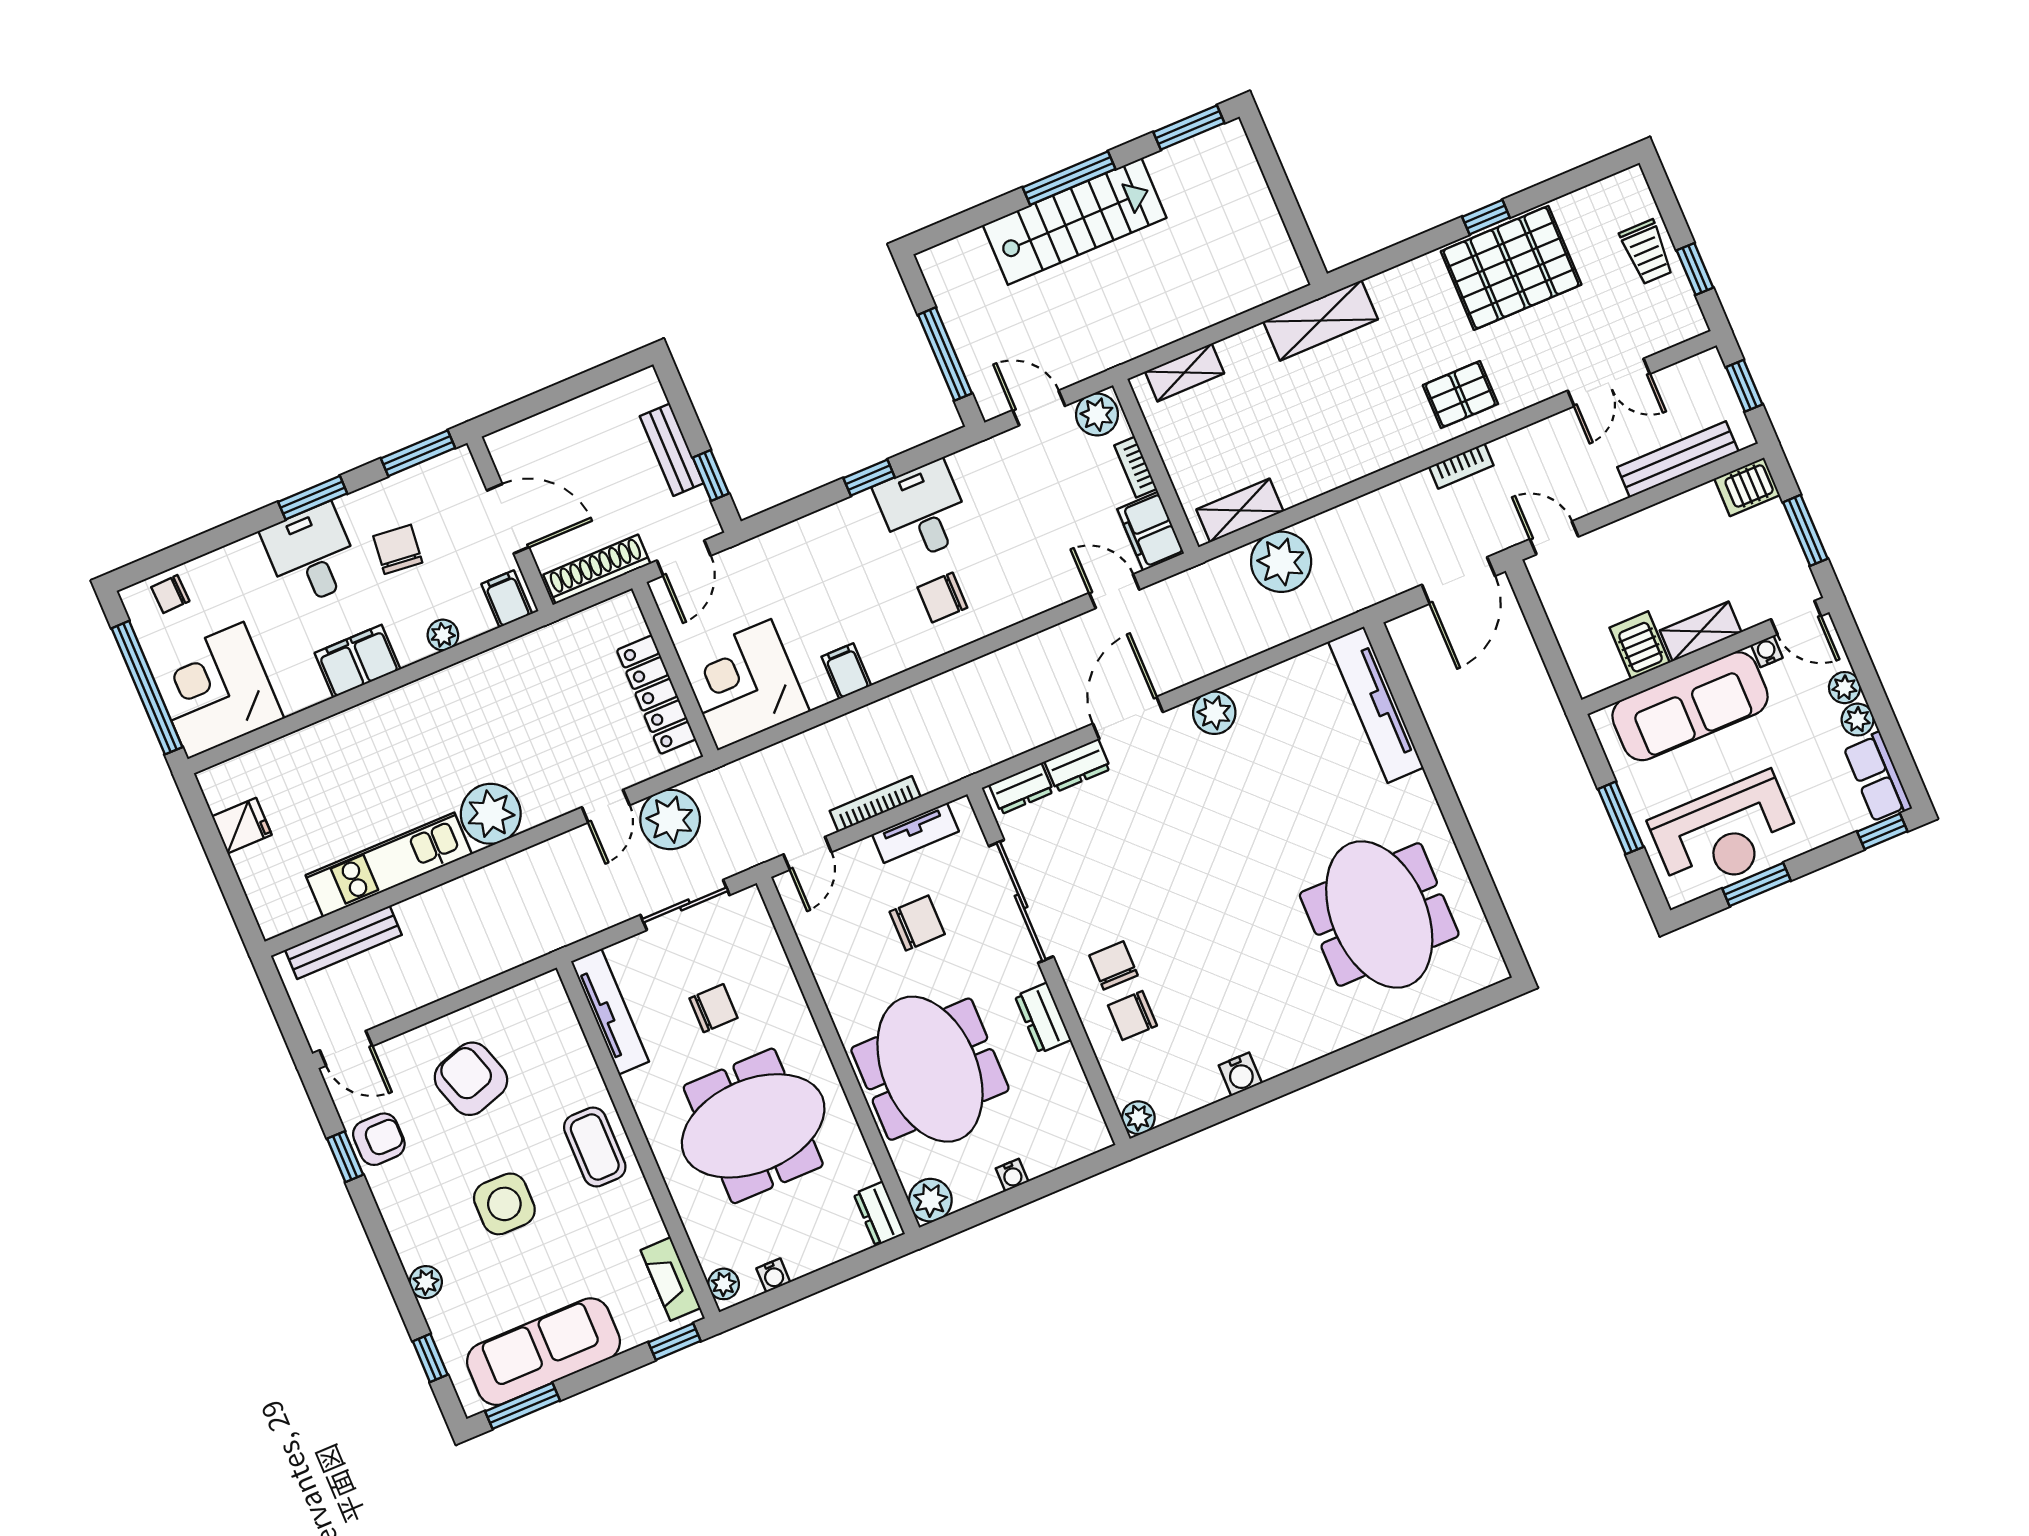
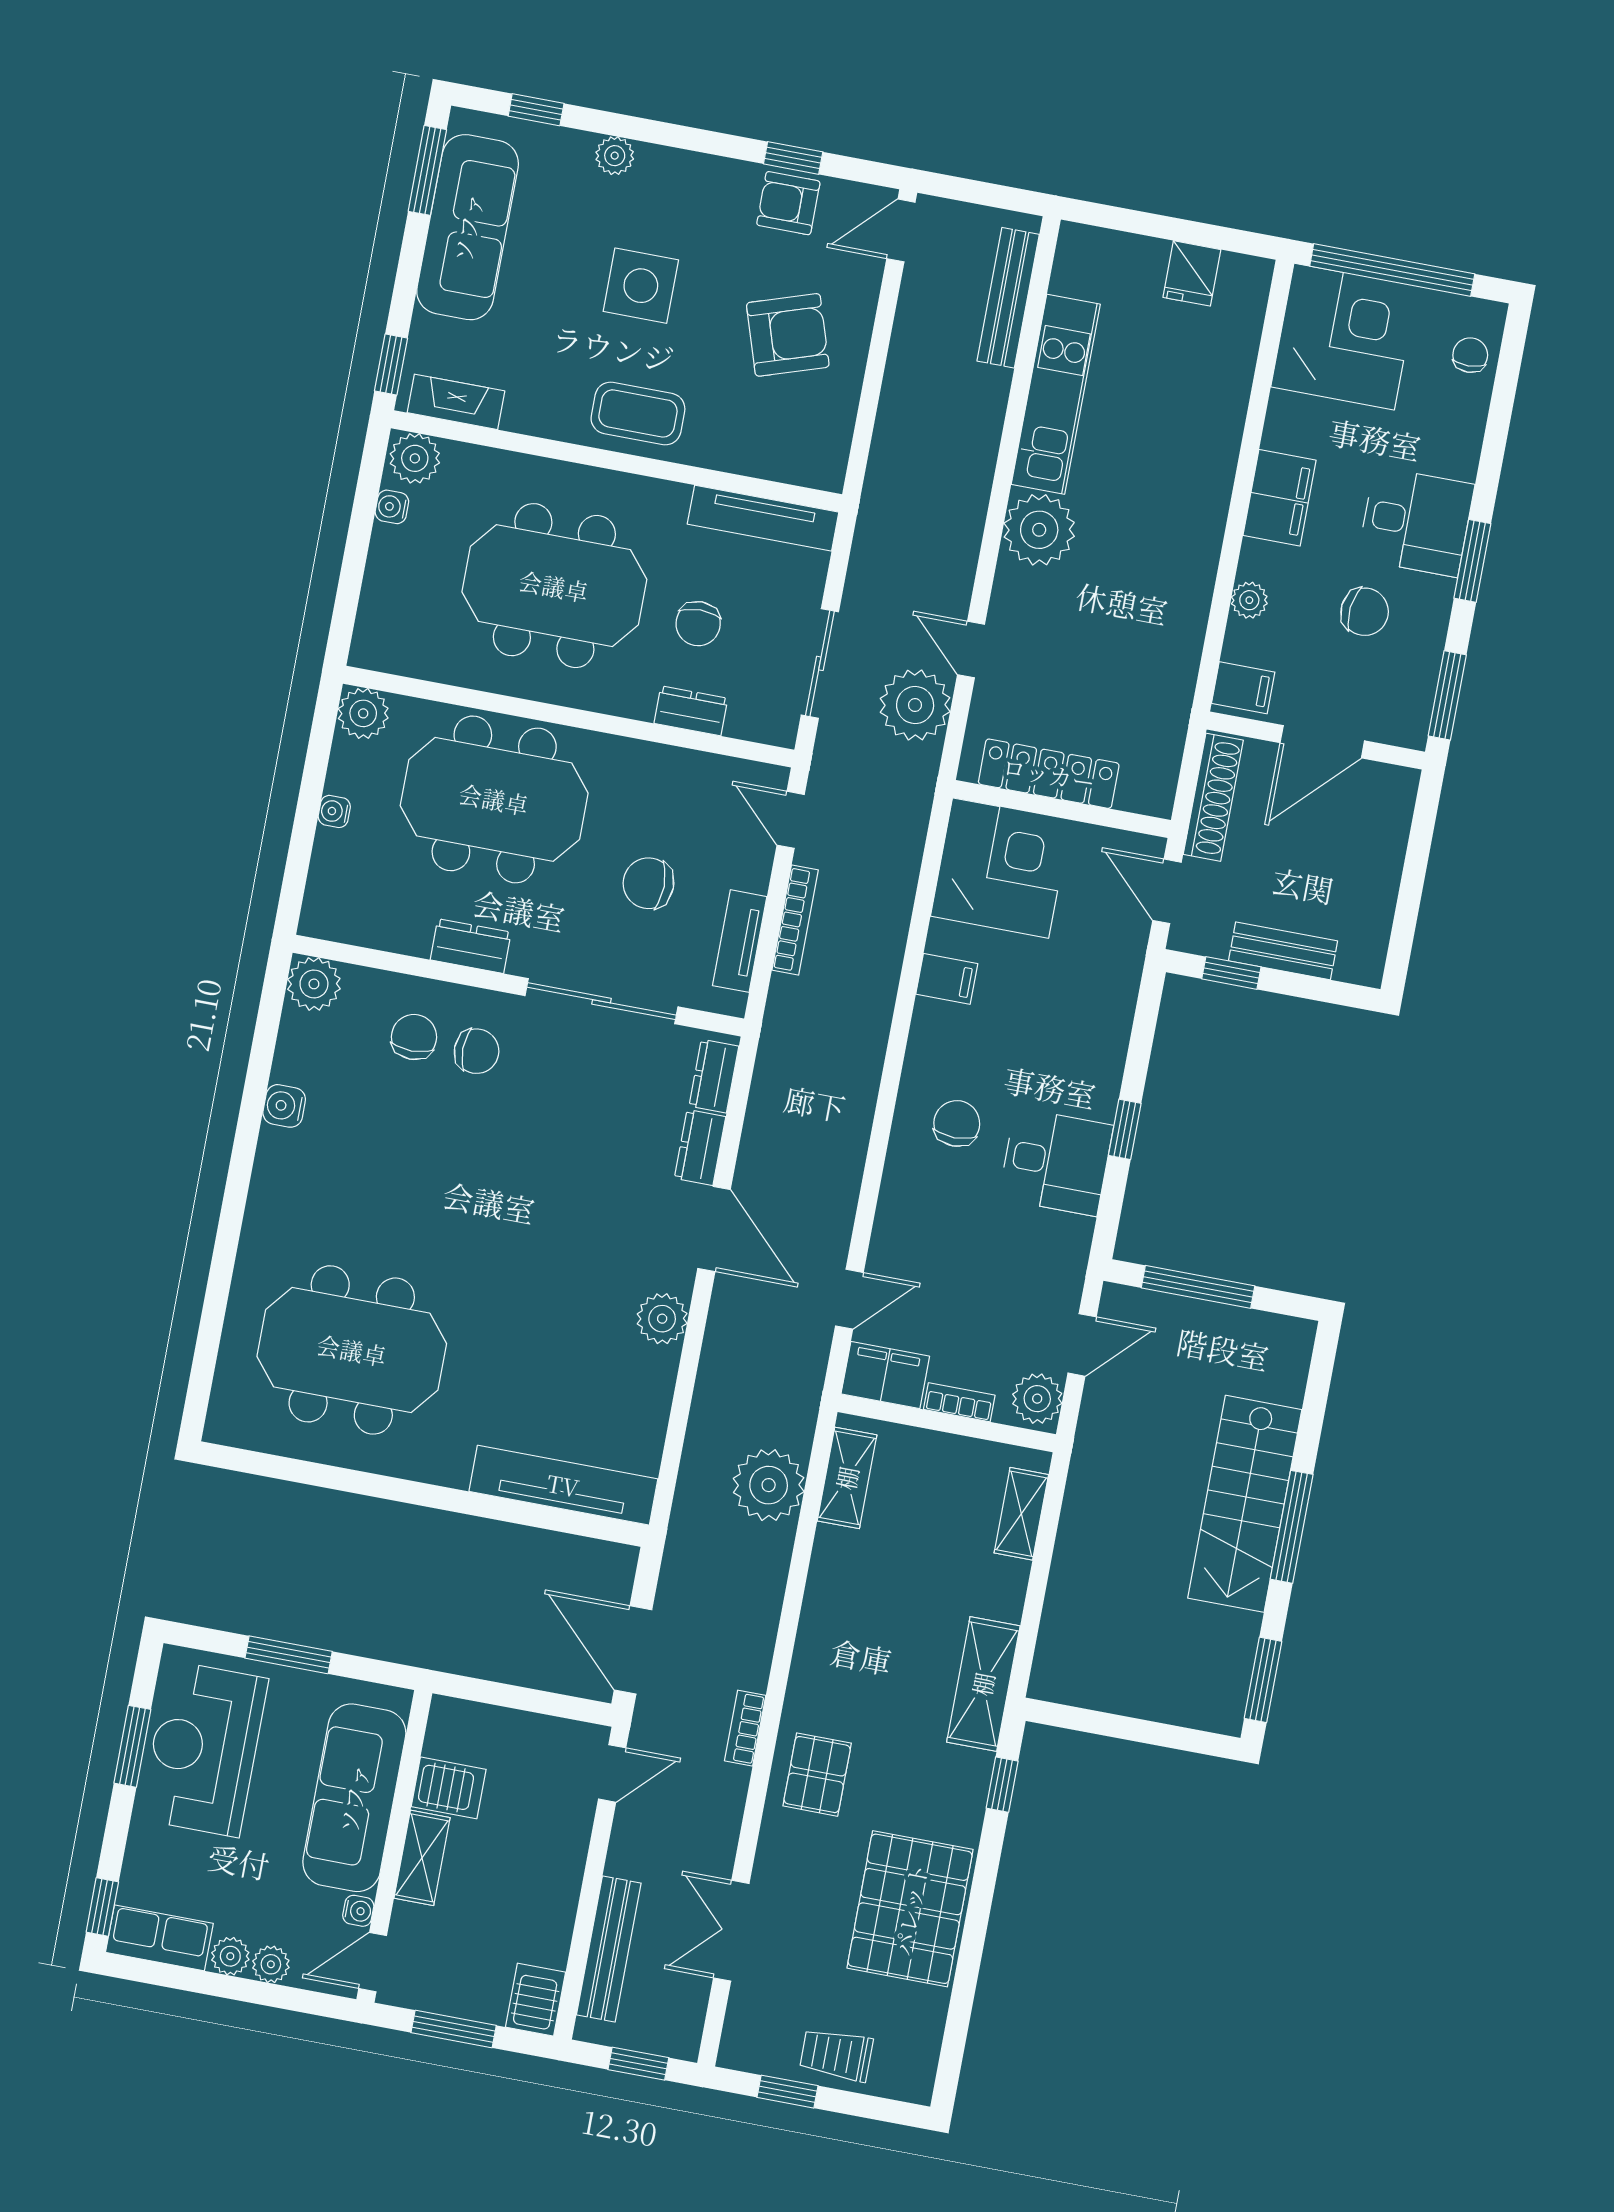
window: (1486, 217) -> (1002, 1785), moved
chair: (917, 923) -> (649, 883), turned 90
plant: (1138, 1118) -> (314, 984), width x1.38, depth x1.38
meeting table: (753, 1126) -> (554, 586), turned 90
armchair: (379, 1139) -> (788, 203), turned 90
dresser: (879, 1214) -> (691, 711), moved
plant: (724, 1284) -> (415, 458), width x1.38, depth x1.38

